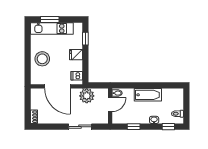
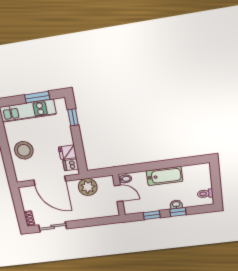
window: (50, 19) -> (37, 97), moved
fridge: (76, 55) -> (67, 152), moved
door: (110, 104) -> (119, 193), hinge flipped
sliding door: (80, 127) -> (53, 227), moved
window: (168, 127) -> (178, 212), moved

